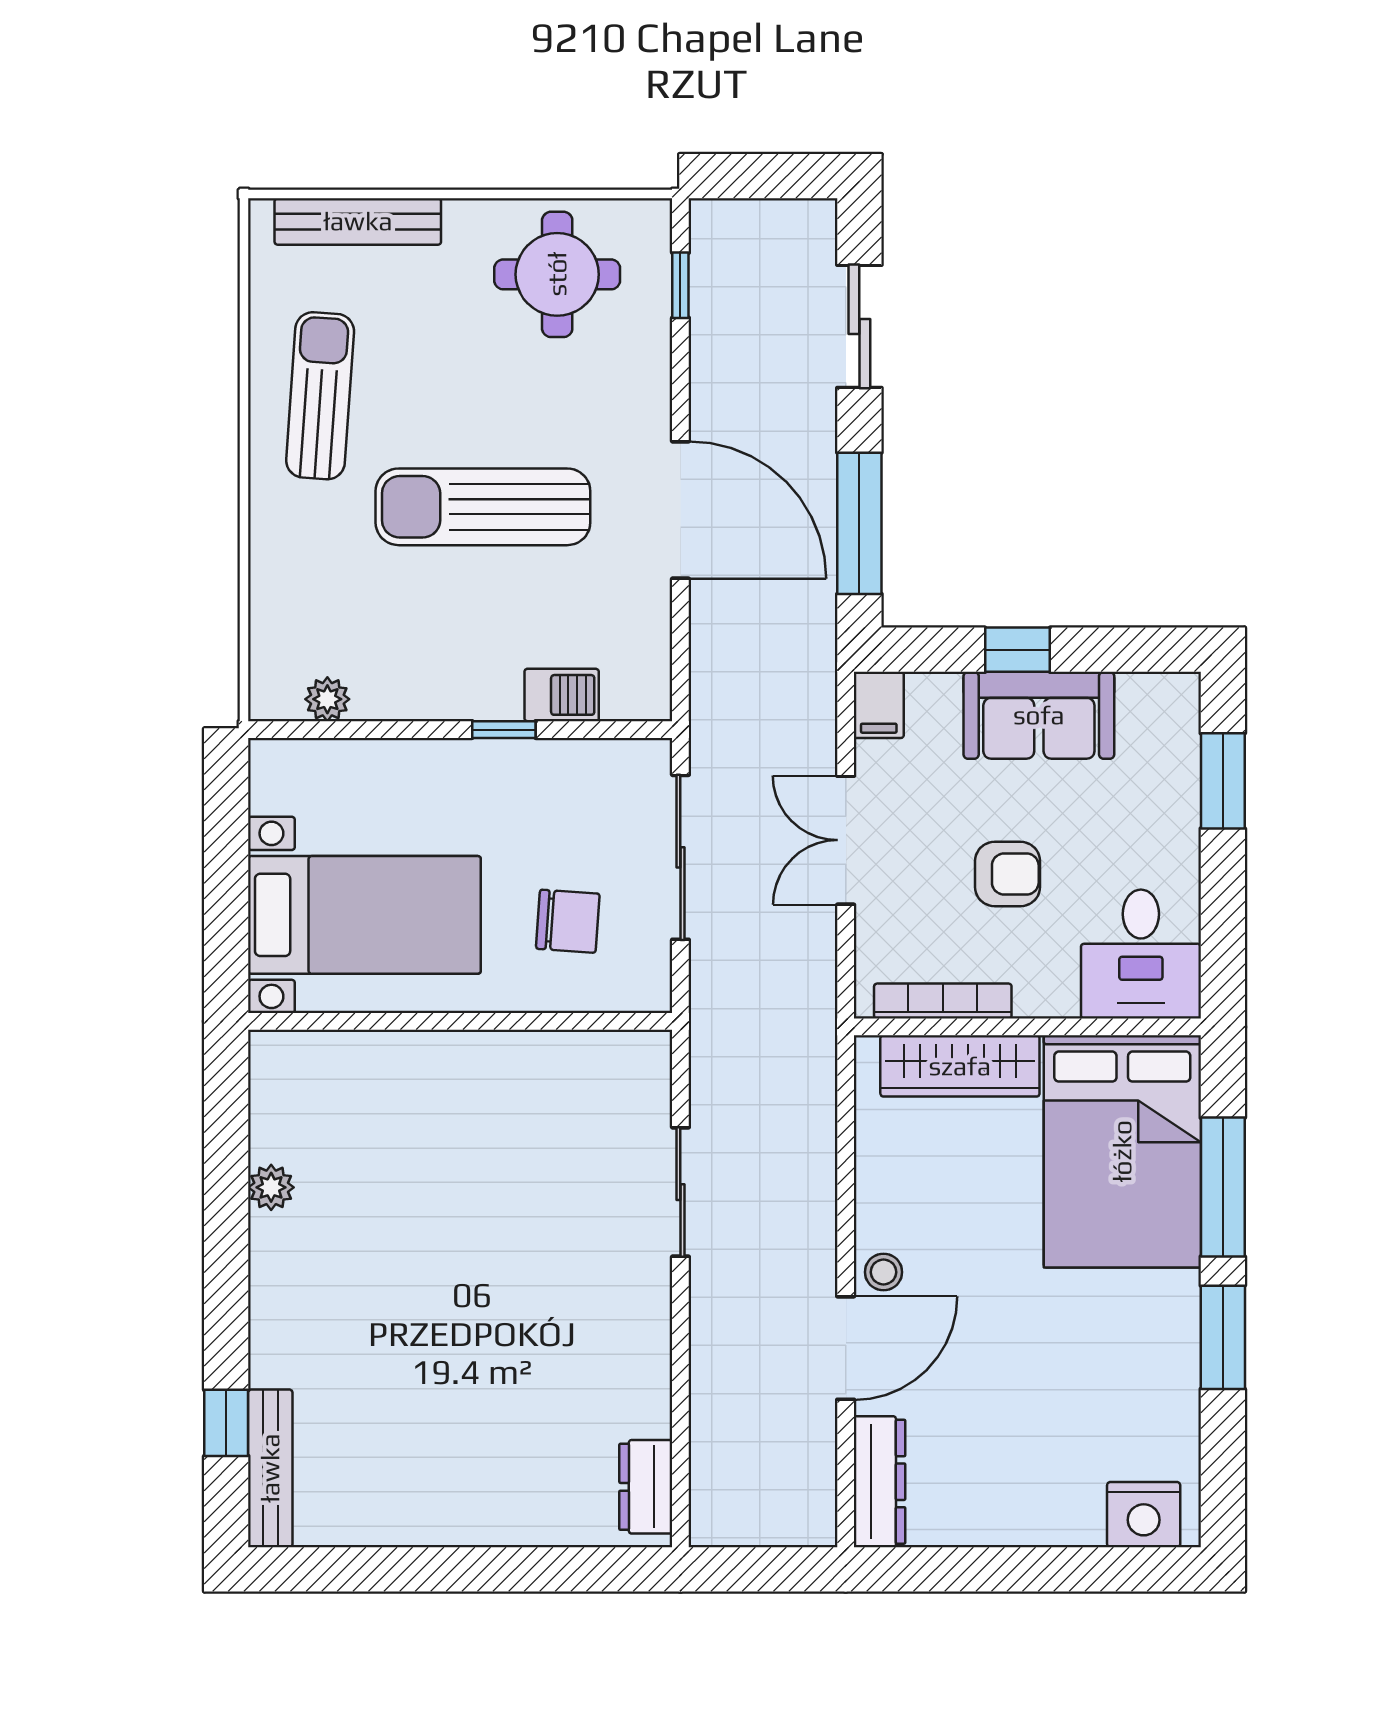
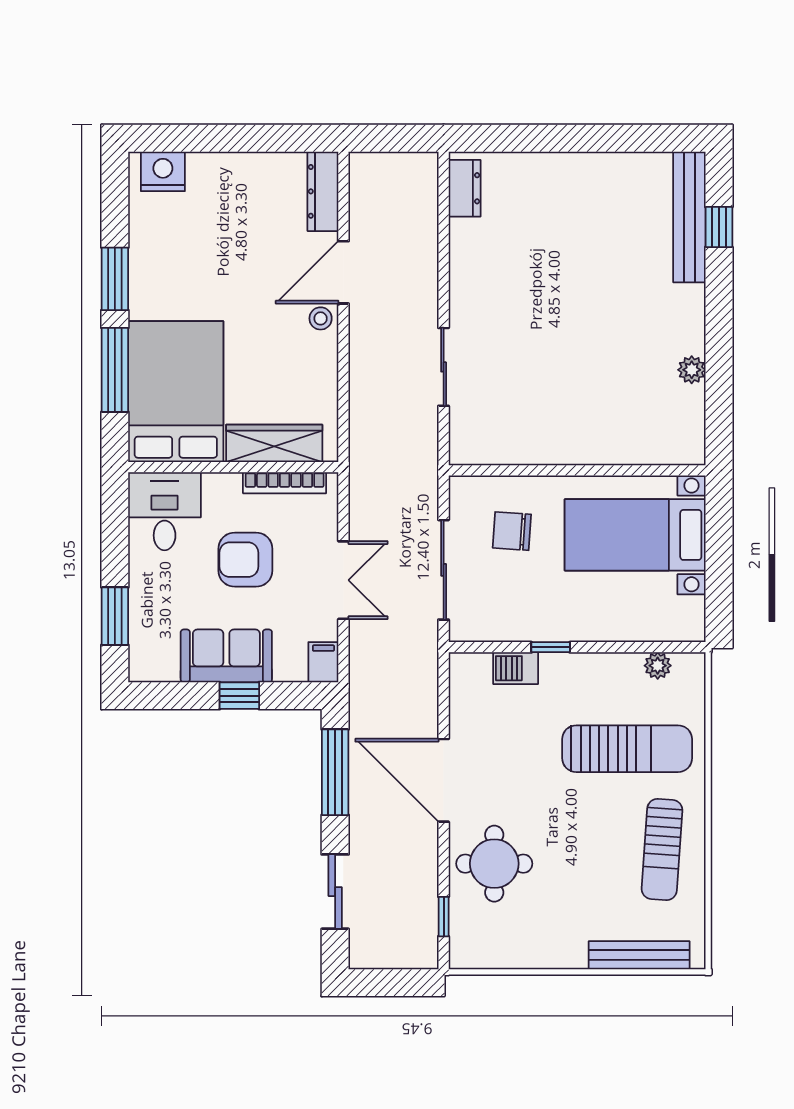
round table: (557, 274) -> (494, 864), moved
sun lounger: (483, 507) -> (627, 749), moved
armchair: (1008, 874) -> (245, 560), width x1.38, depth x1.38
bench: (270, 1468) -> (689, 217), width x1.37, depth x1.21

